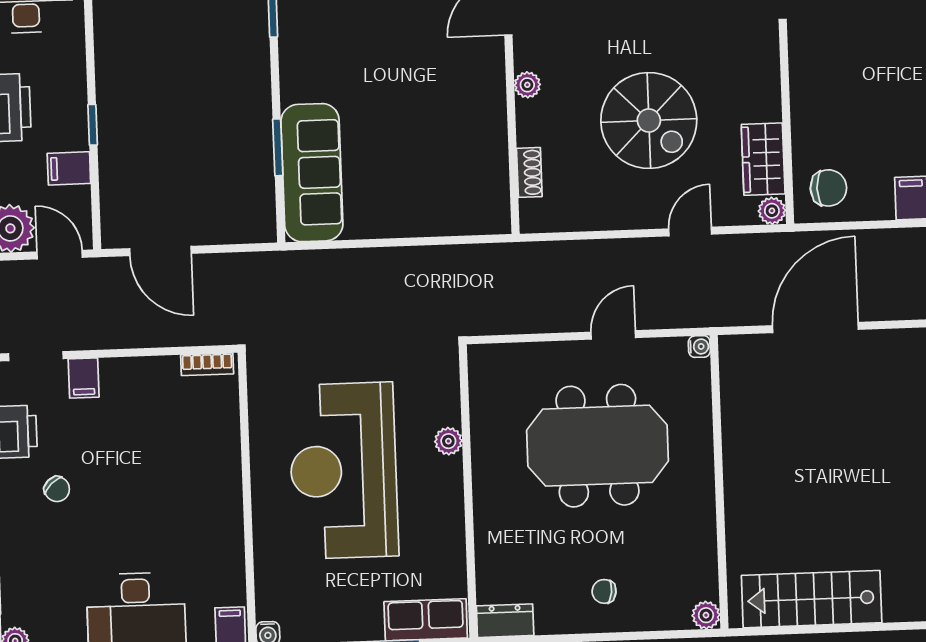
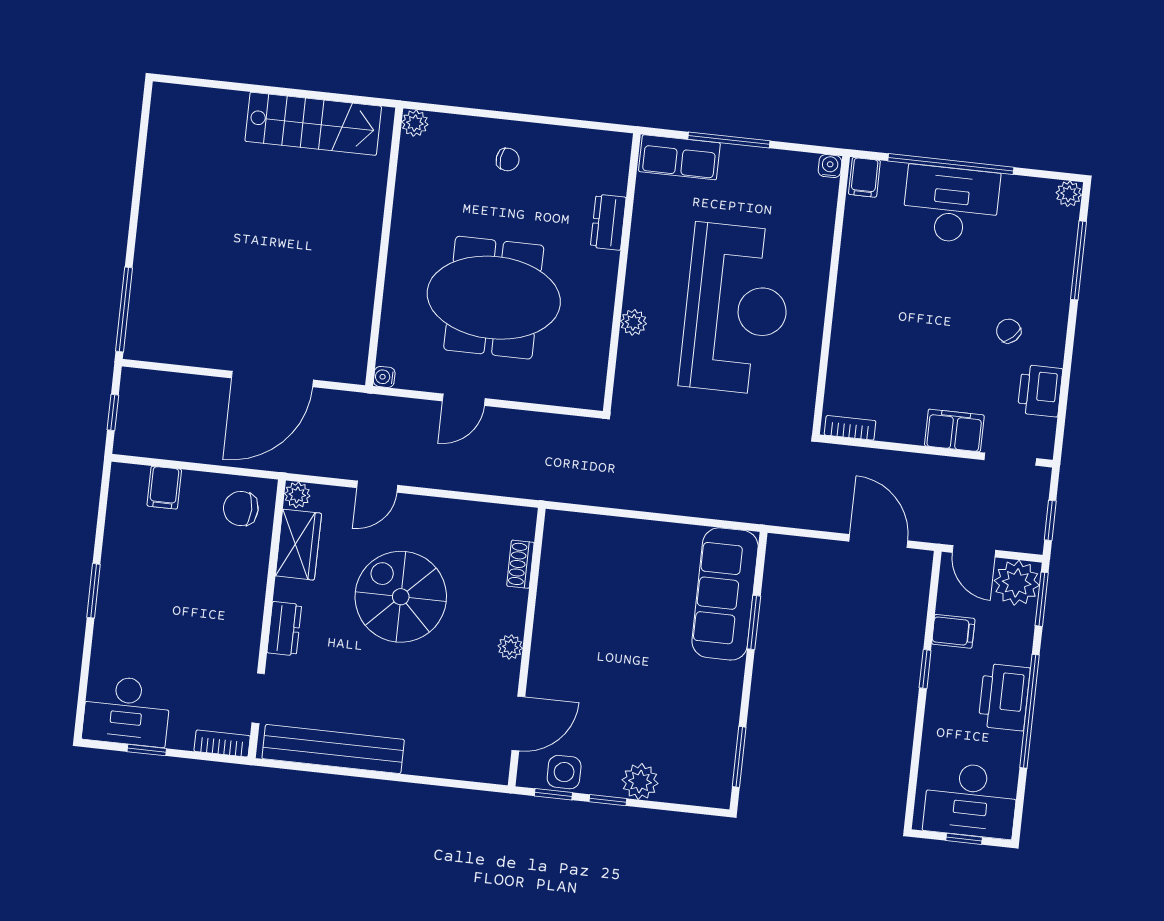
dresser: (765, 70) -> (284, 629), added
filing cabinet: (84, 378) -> (954, 430), width x2.00
dresser: (505, 621) -> (608, 222), moved, turned 90

